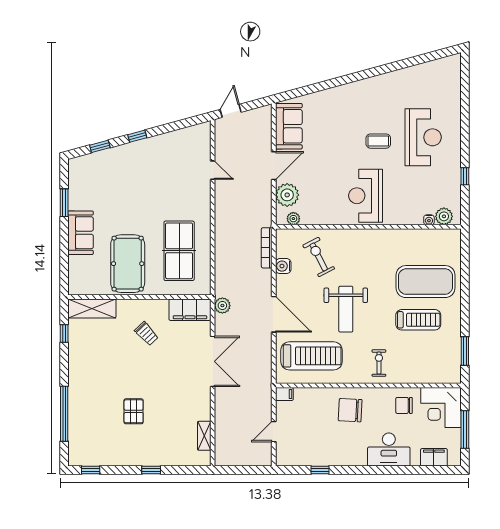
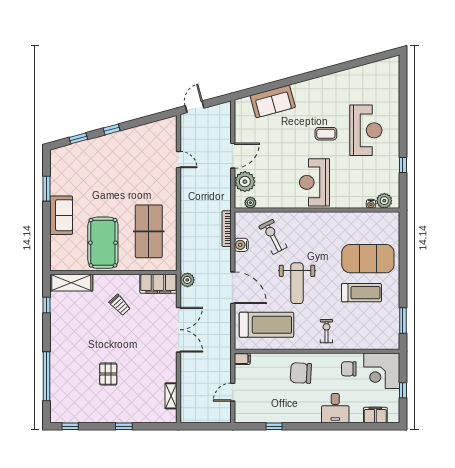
sofa: (289, 126) -> (273, 101), moved, turned 75
window: (465, 430) -> (403, 390), width x0.46
desk: (389, 450) -> (335, 408), width x0.73

